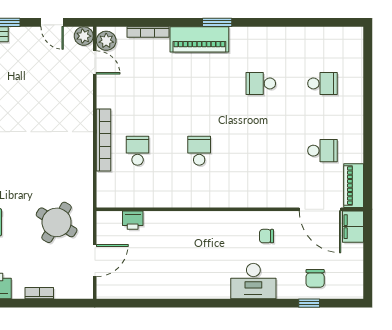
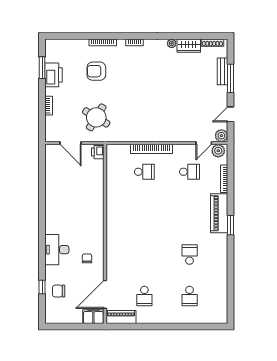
school desk: (199, 151) -> (190, 172), moved
printer: (133, 220) -> (98, 152), moved

